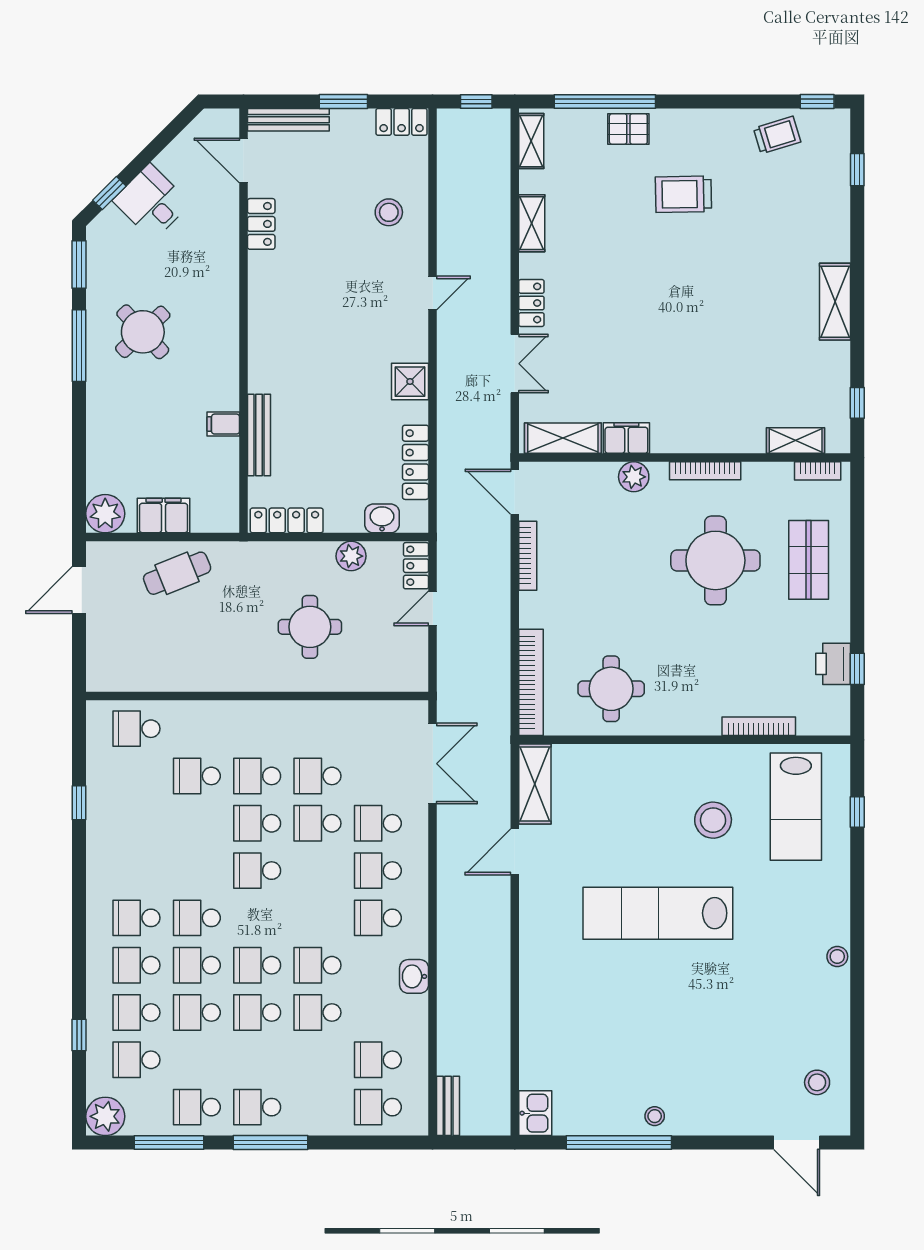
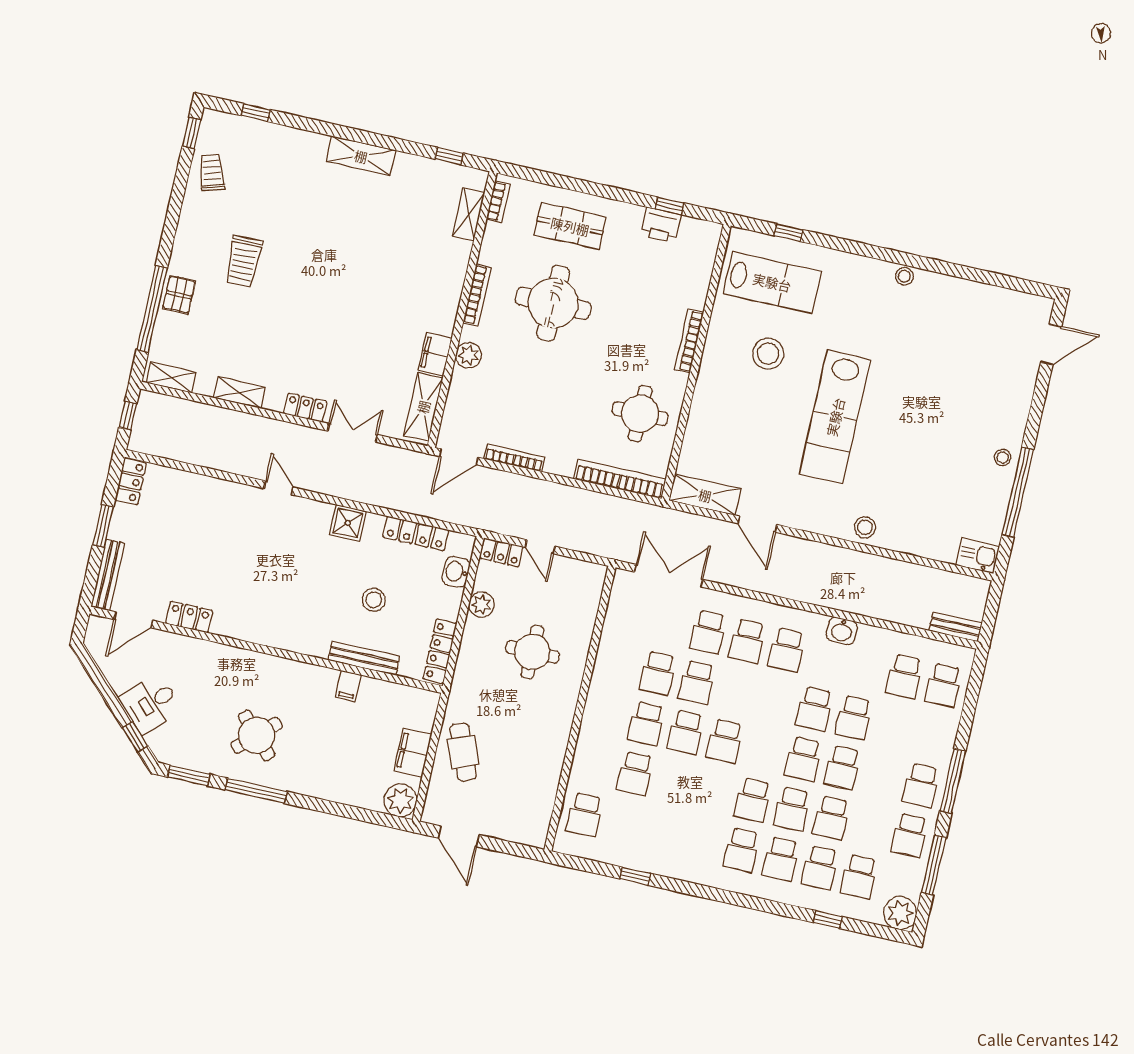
stool: (389, 212) -> (374, 600), moved
bookcase: (759, 726) -> (689, 341), moved
stool: (817, 1082) -> (865, 527), moved

